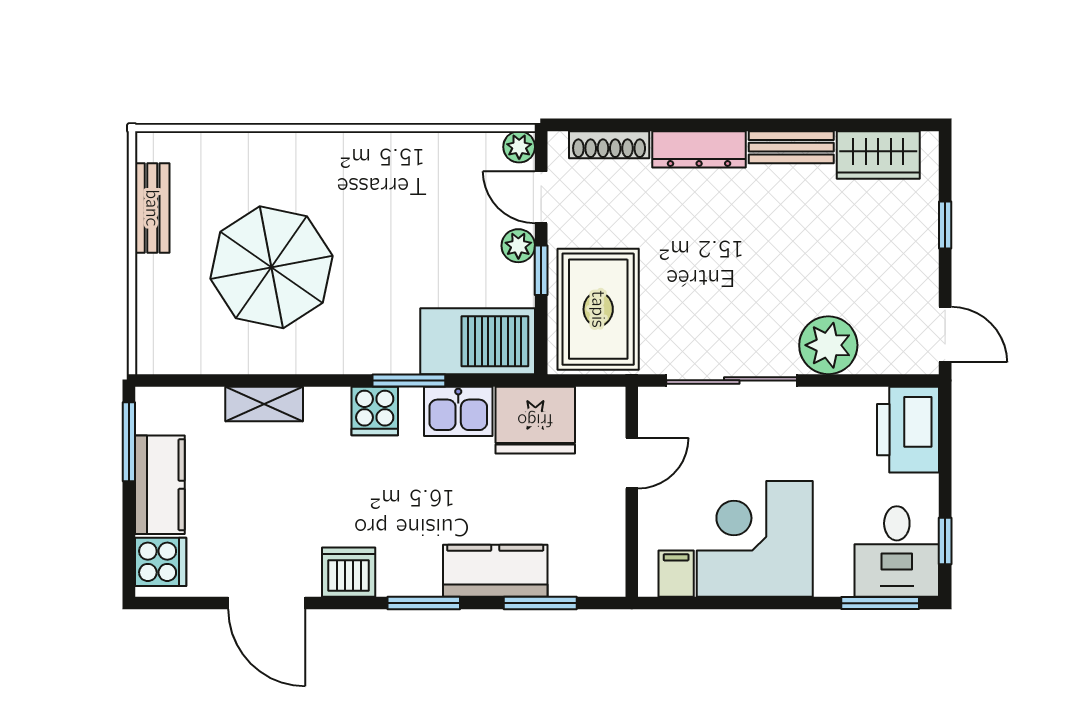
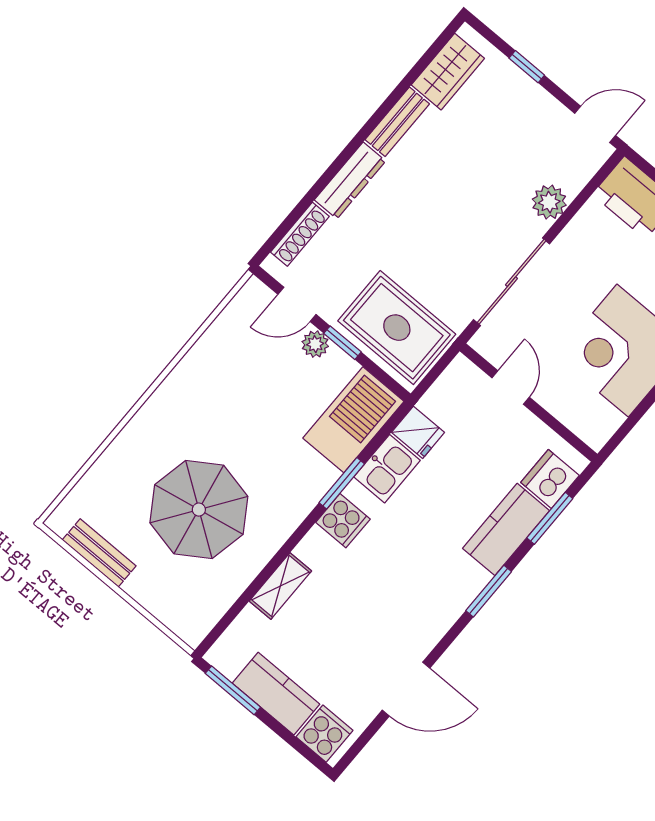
plant: (519, 147) -> (254, 292), removed
plant: (828, 345) -> (549, 202), width x0.73, depth x0.73
fridge: (535, 420) -> (418, 432), width x0.53, depth x0.75
dishwasher: (349, 572) -> (550, 479), moved
filing cabinet: (676, 574) -> (603, 418), removed

